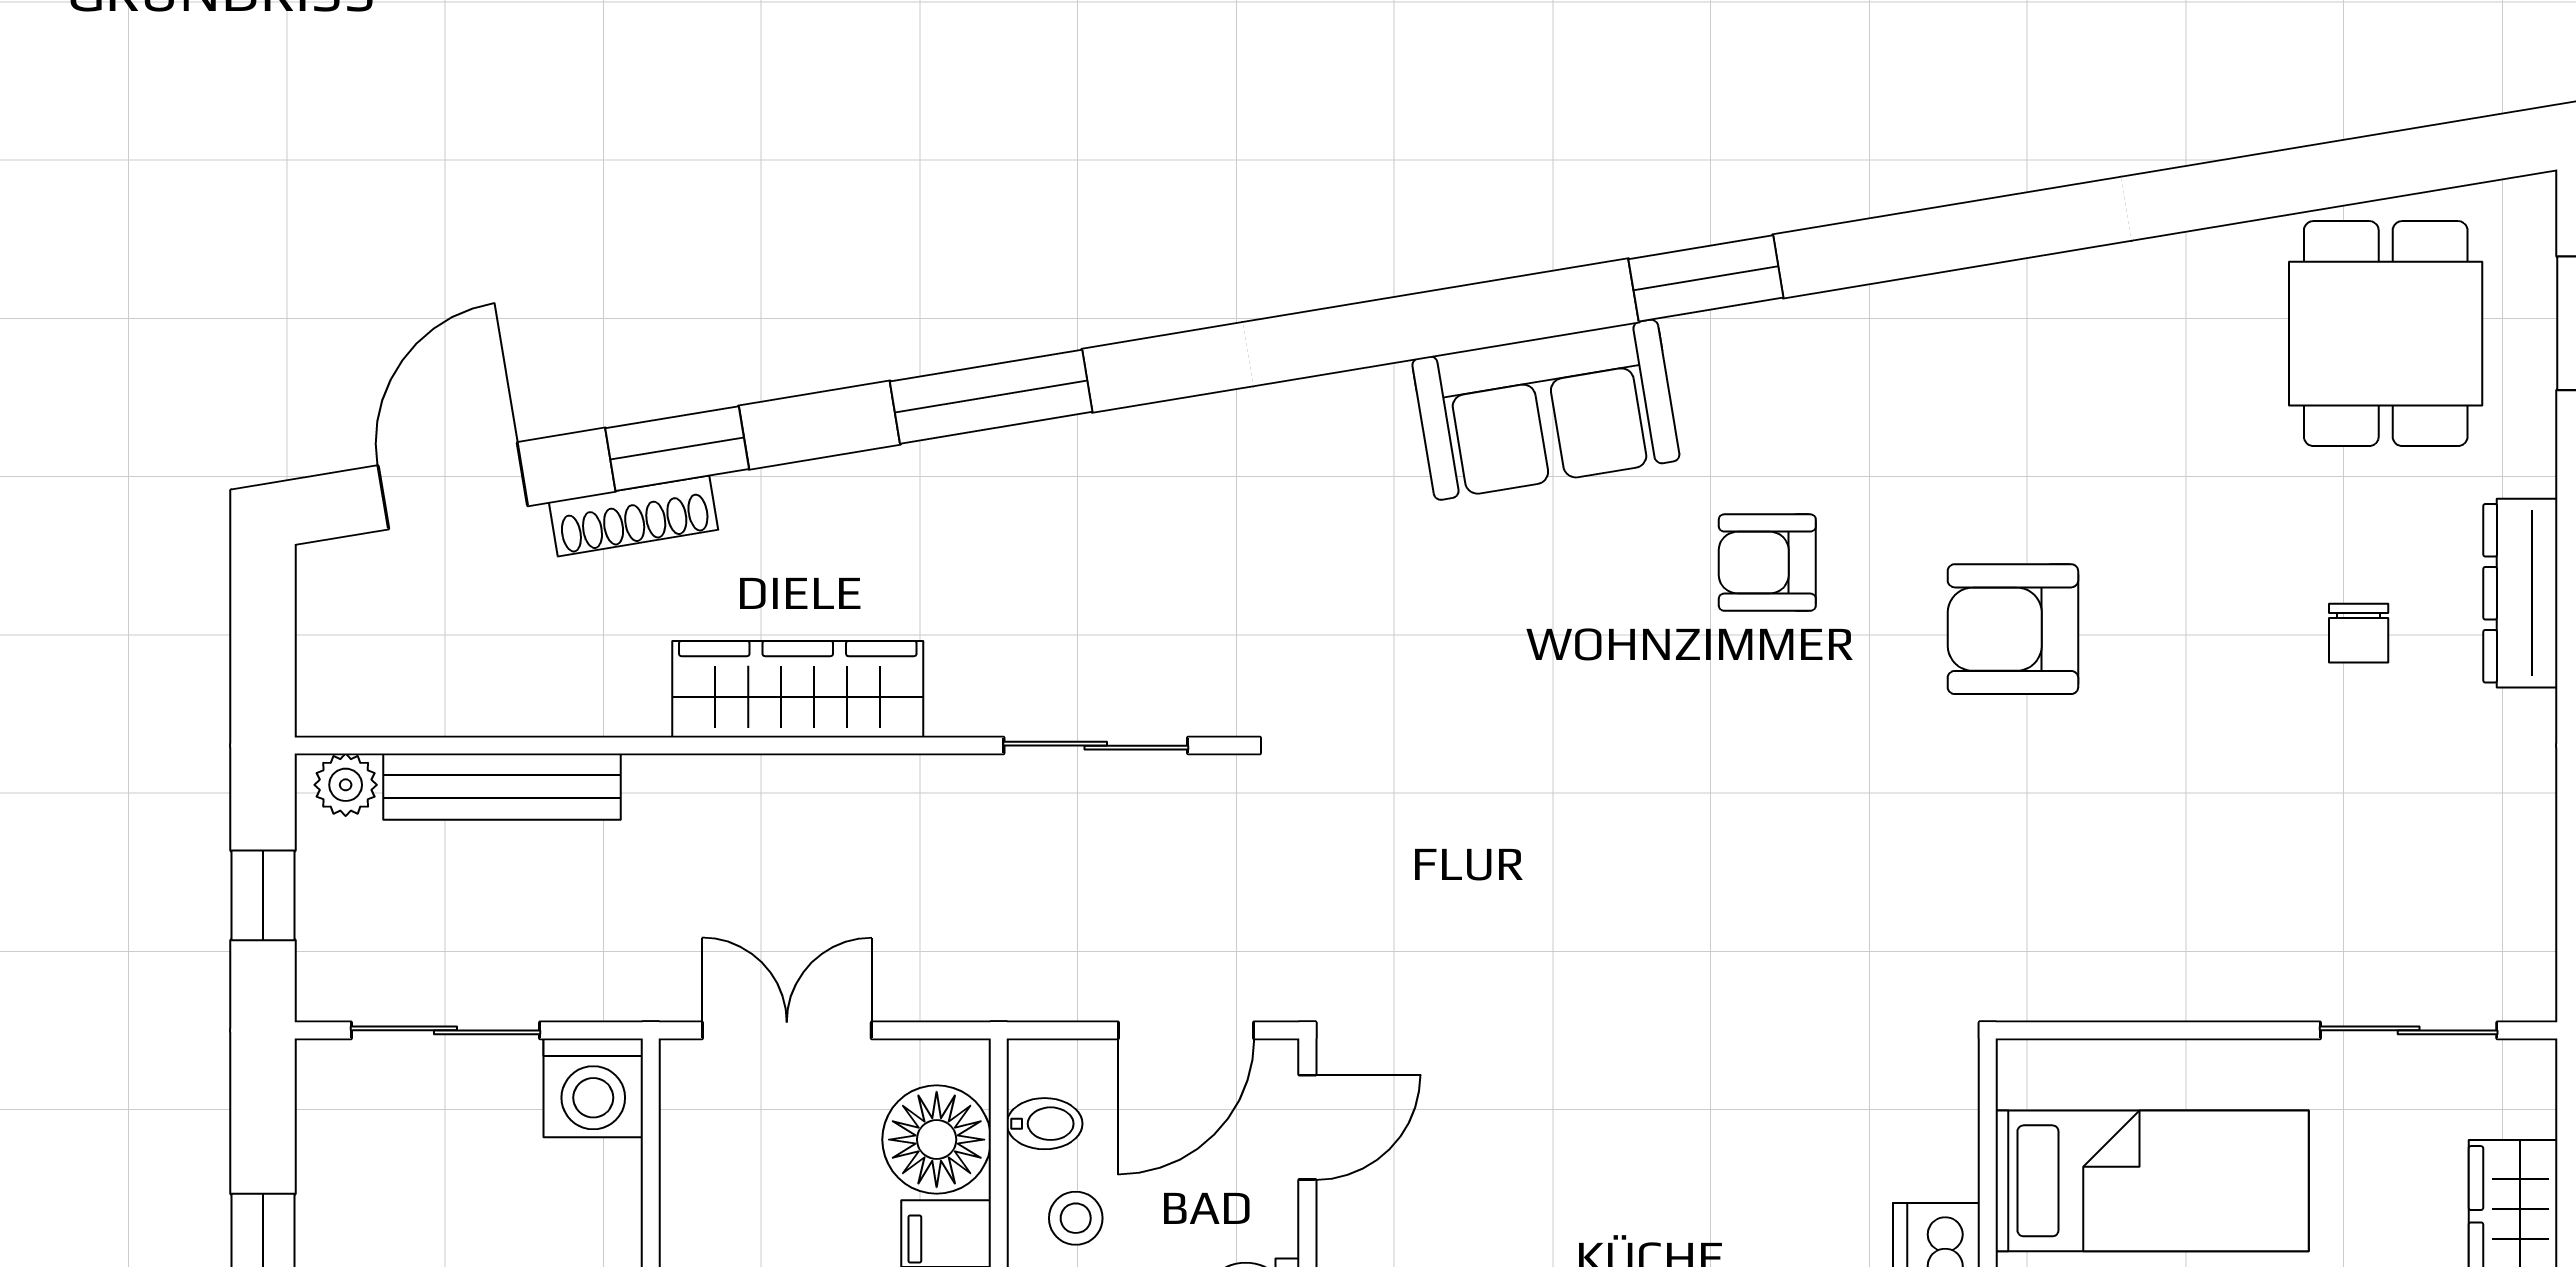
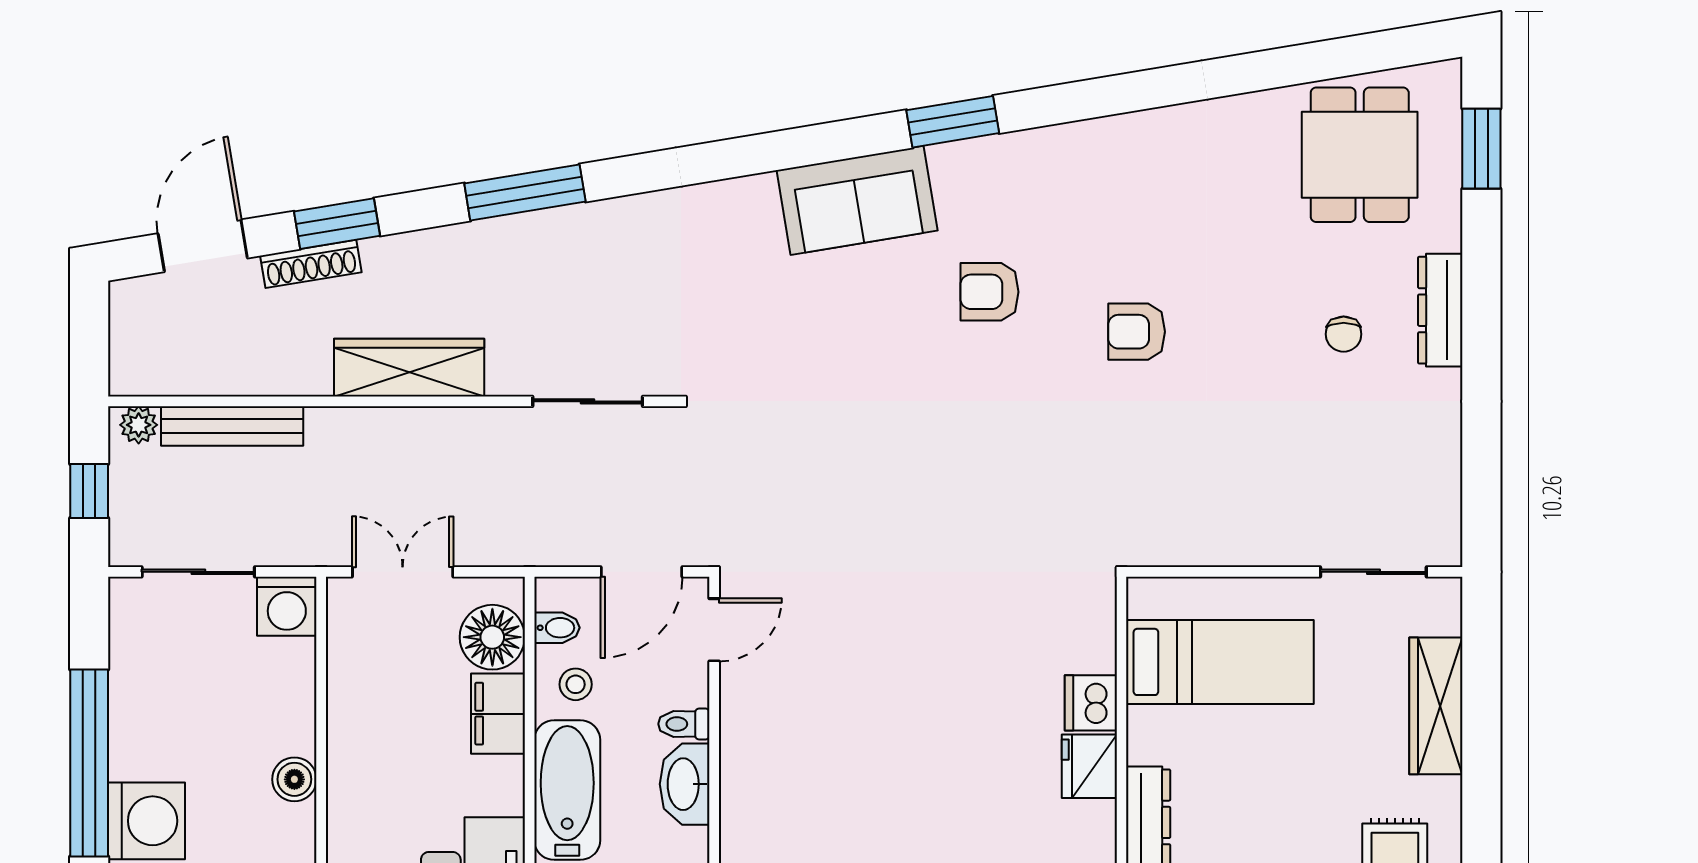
armchair: (2013, 629) -> (1137, 332), width x0.72, depth x0.72

